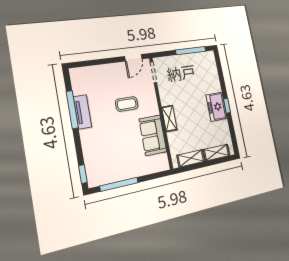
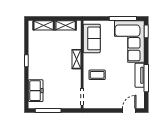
door: (133, 58) -> (129, 110), moved
coffee table: (127, 104) -> (97, 75), moved
freezer: (217, 107) -> (36, 91), moved
sofa: (153, 135) -> (92, 38), moved
corner sofa: (105, 155) -> (129, 41), added

